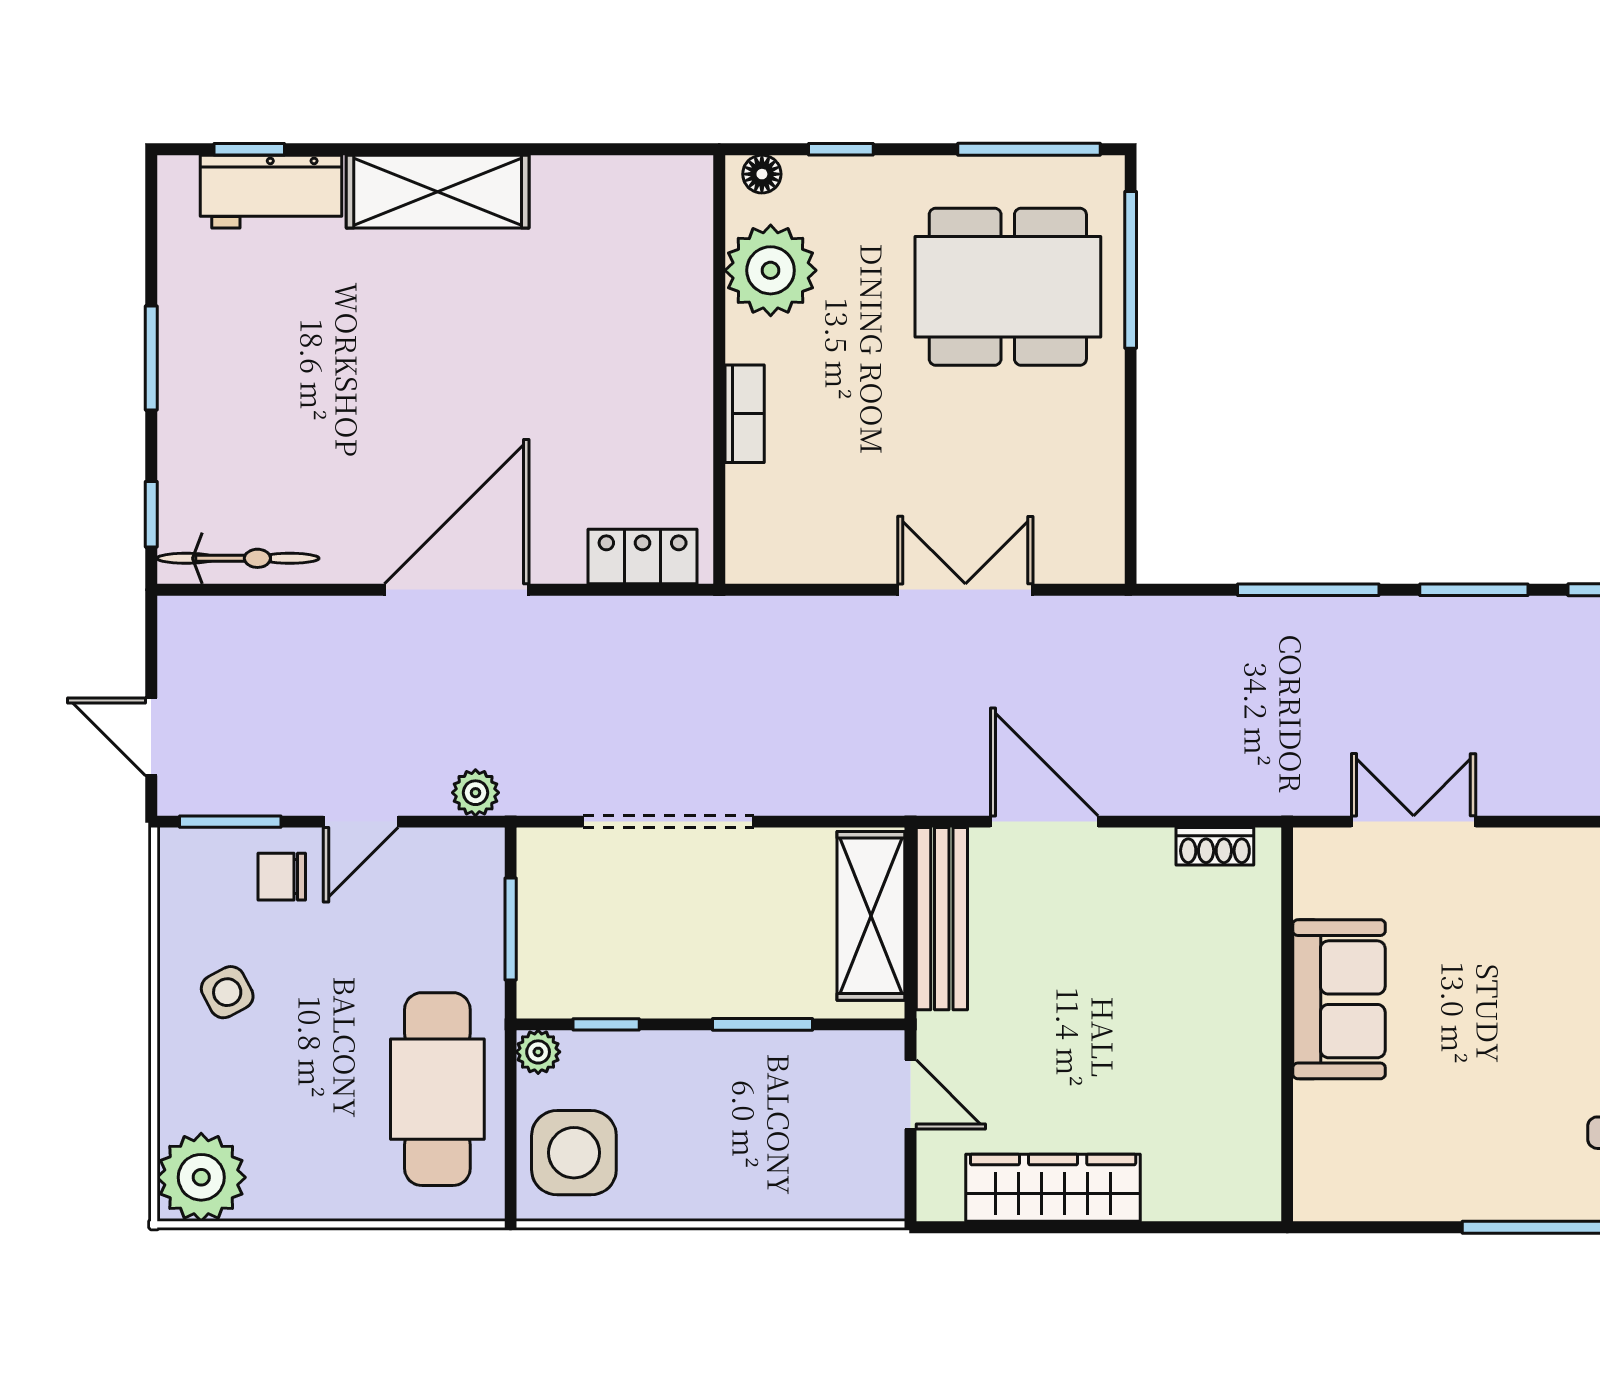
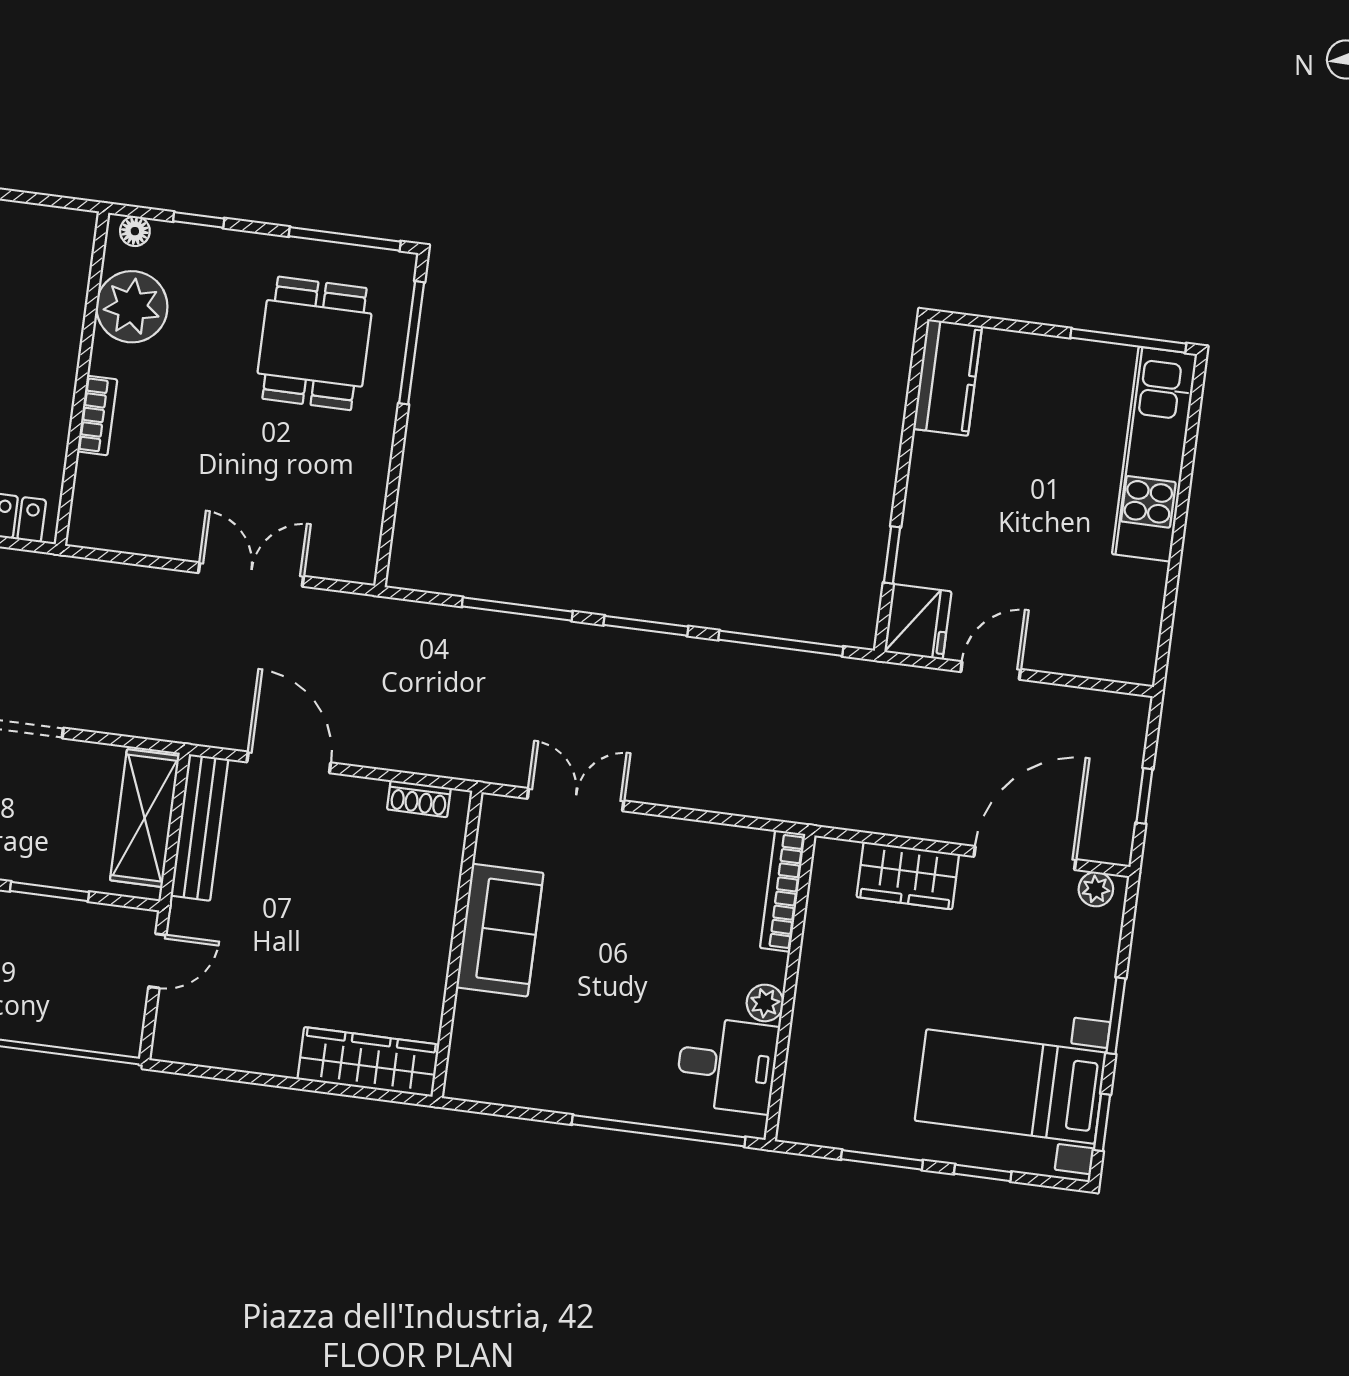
dining table: (1008, 287) -> (314, 343), width x0.73
door: (910, 1095) -> (157, 961), hinge flipped
wardrobe: (1053, 1188) -> (368, 1062), moved

